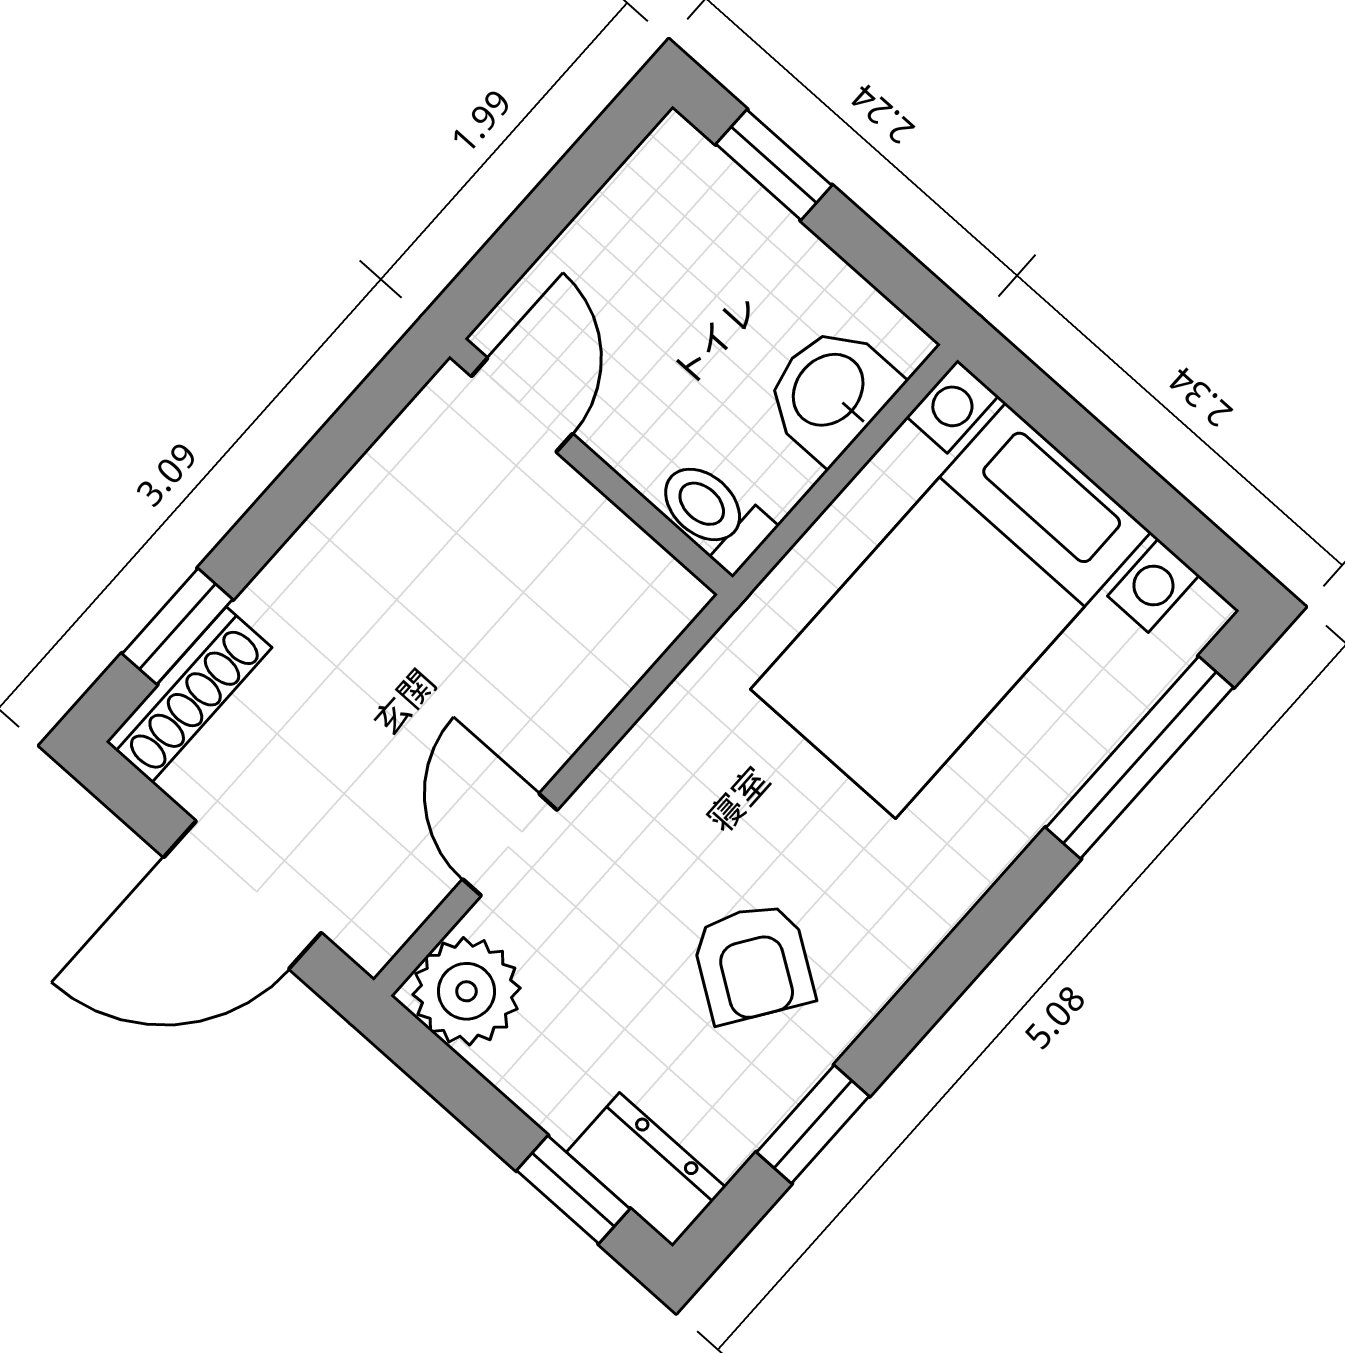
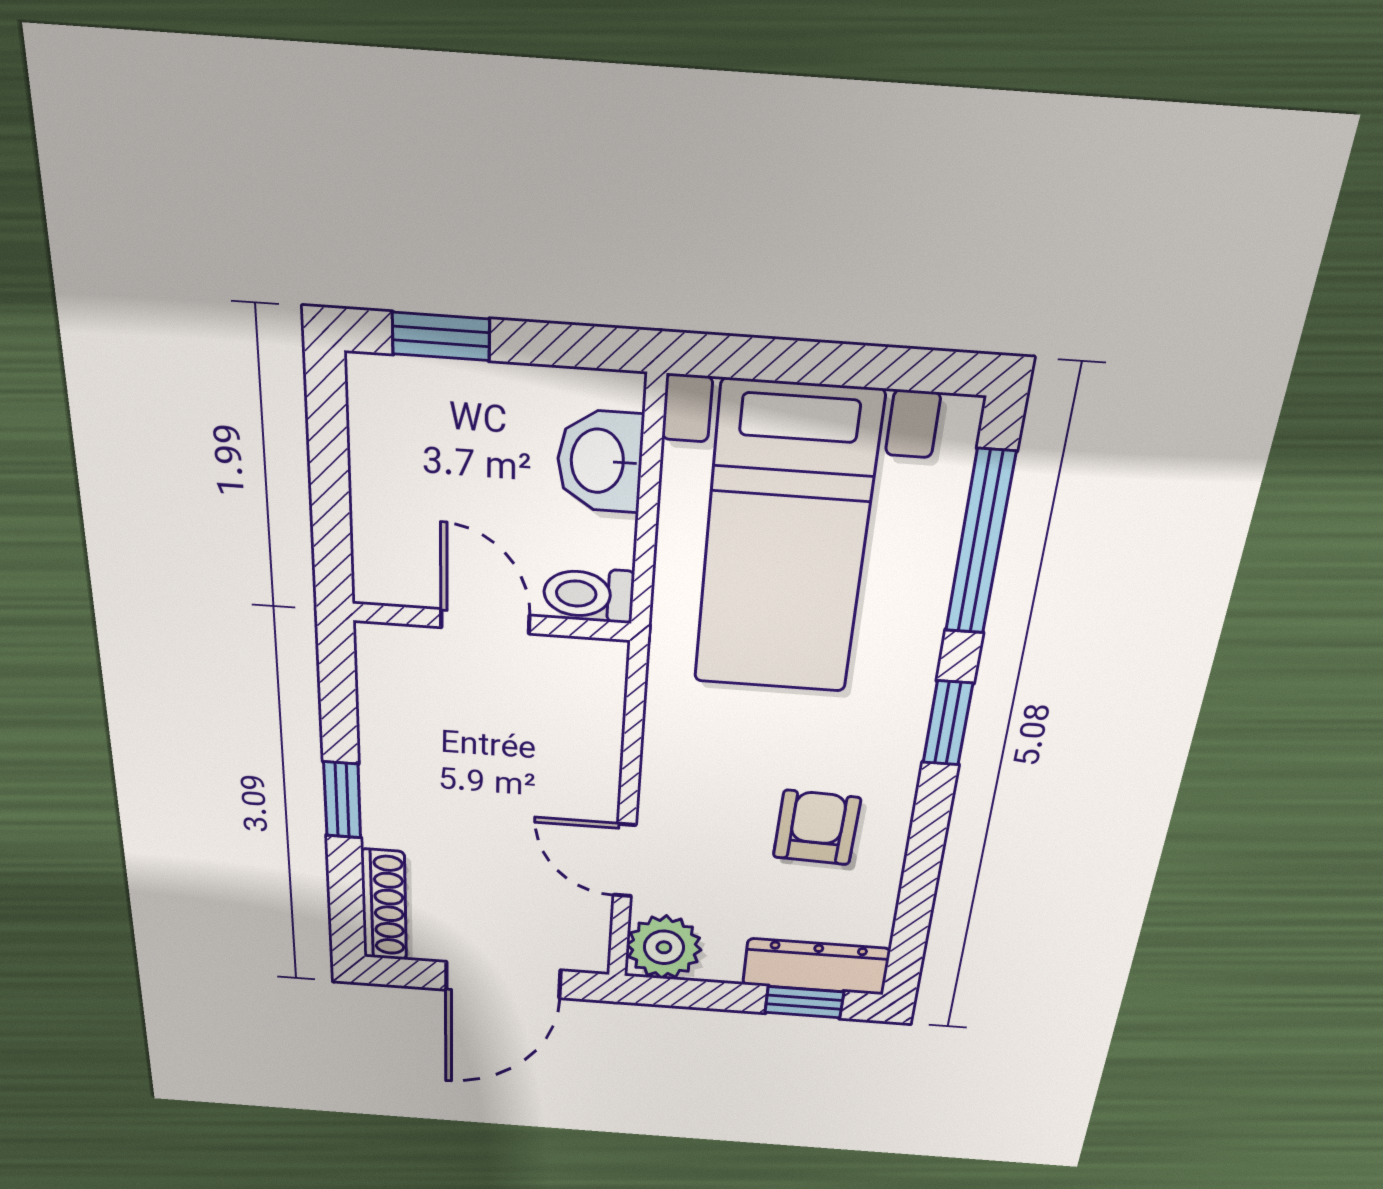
door: (522, 405) -> (485, 621), moved
window: (177, 626) -> (342, 800), moved
armchair: (753, 963) -> (817, 828), turned -122
window: (813, 1124) -> (948, 723), moved
dresser: (646, 1170) -> (816, 967), width x1.44

